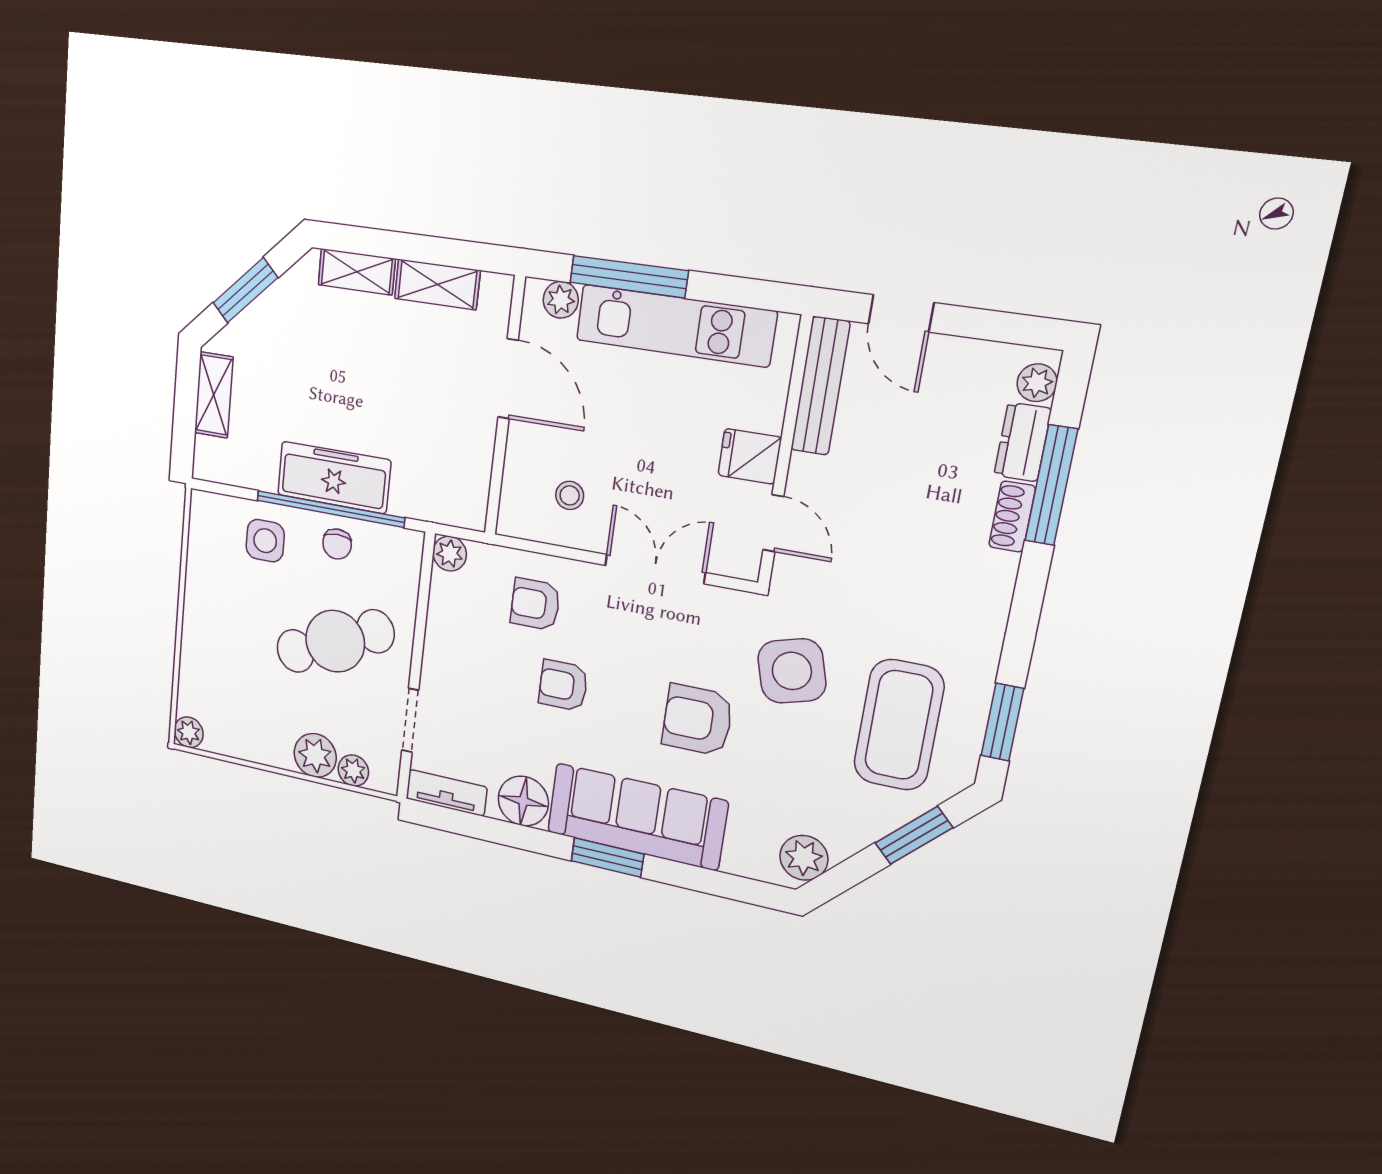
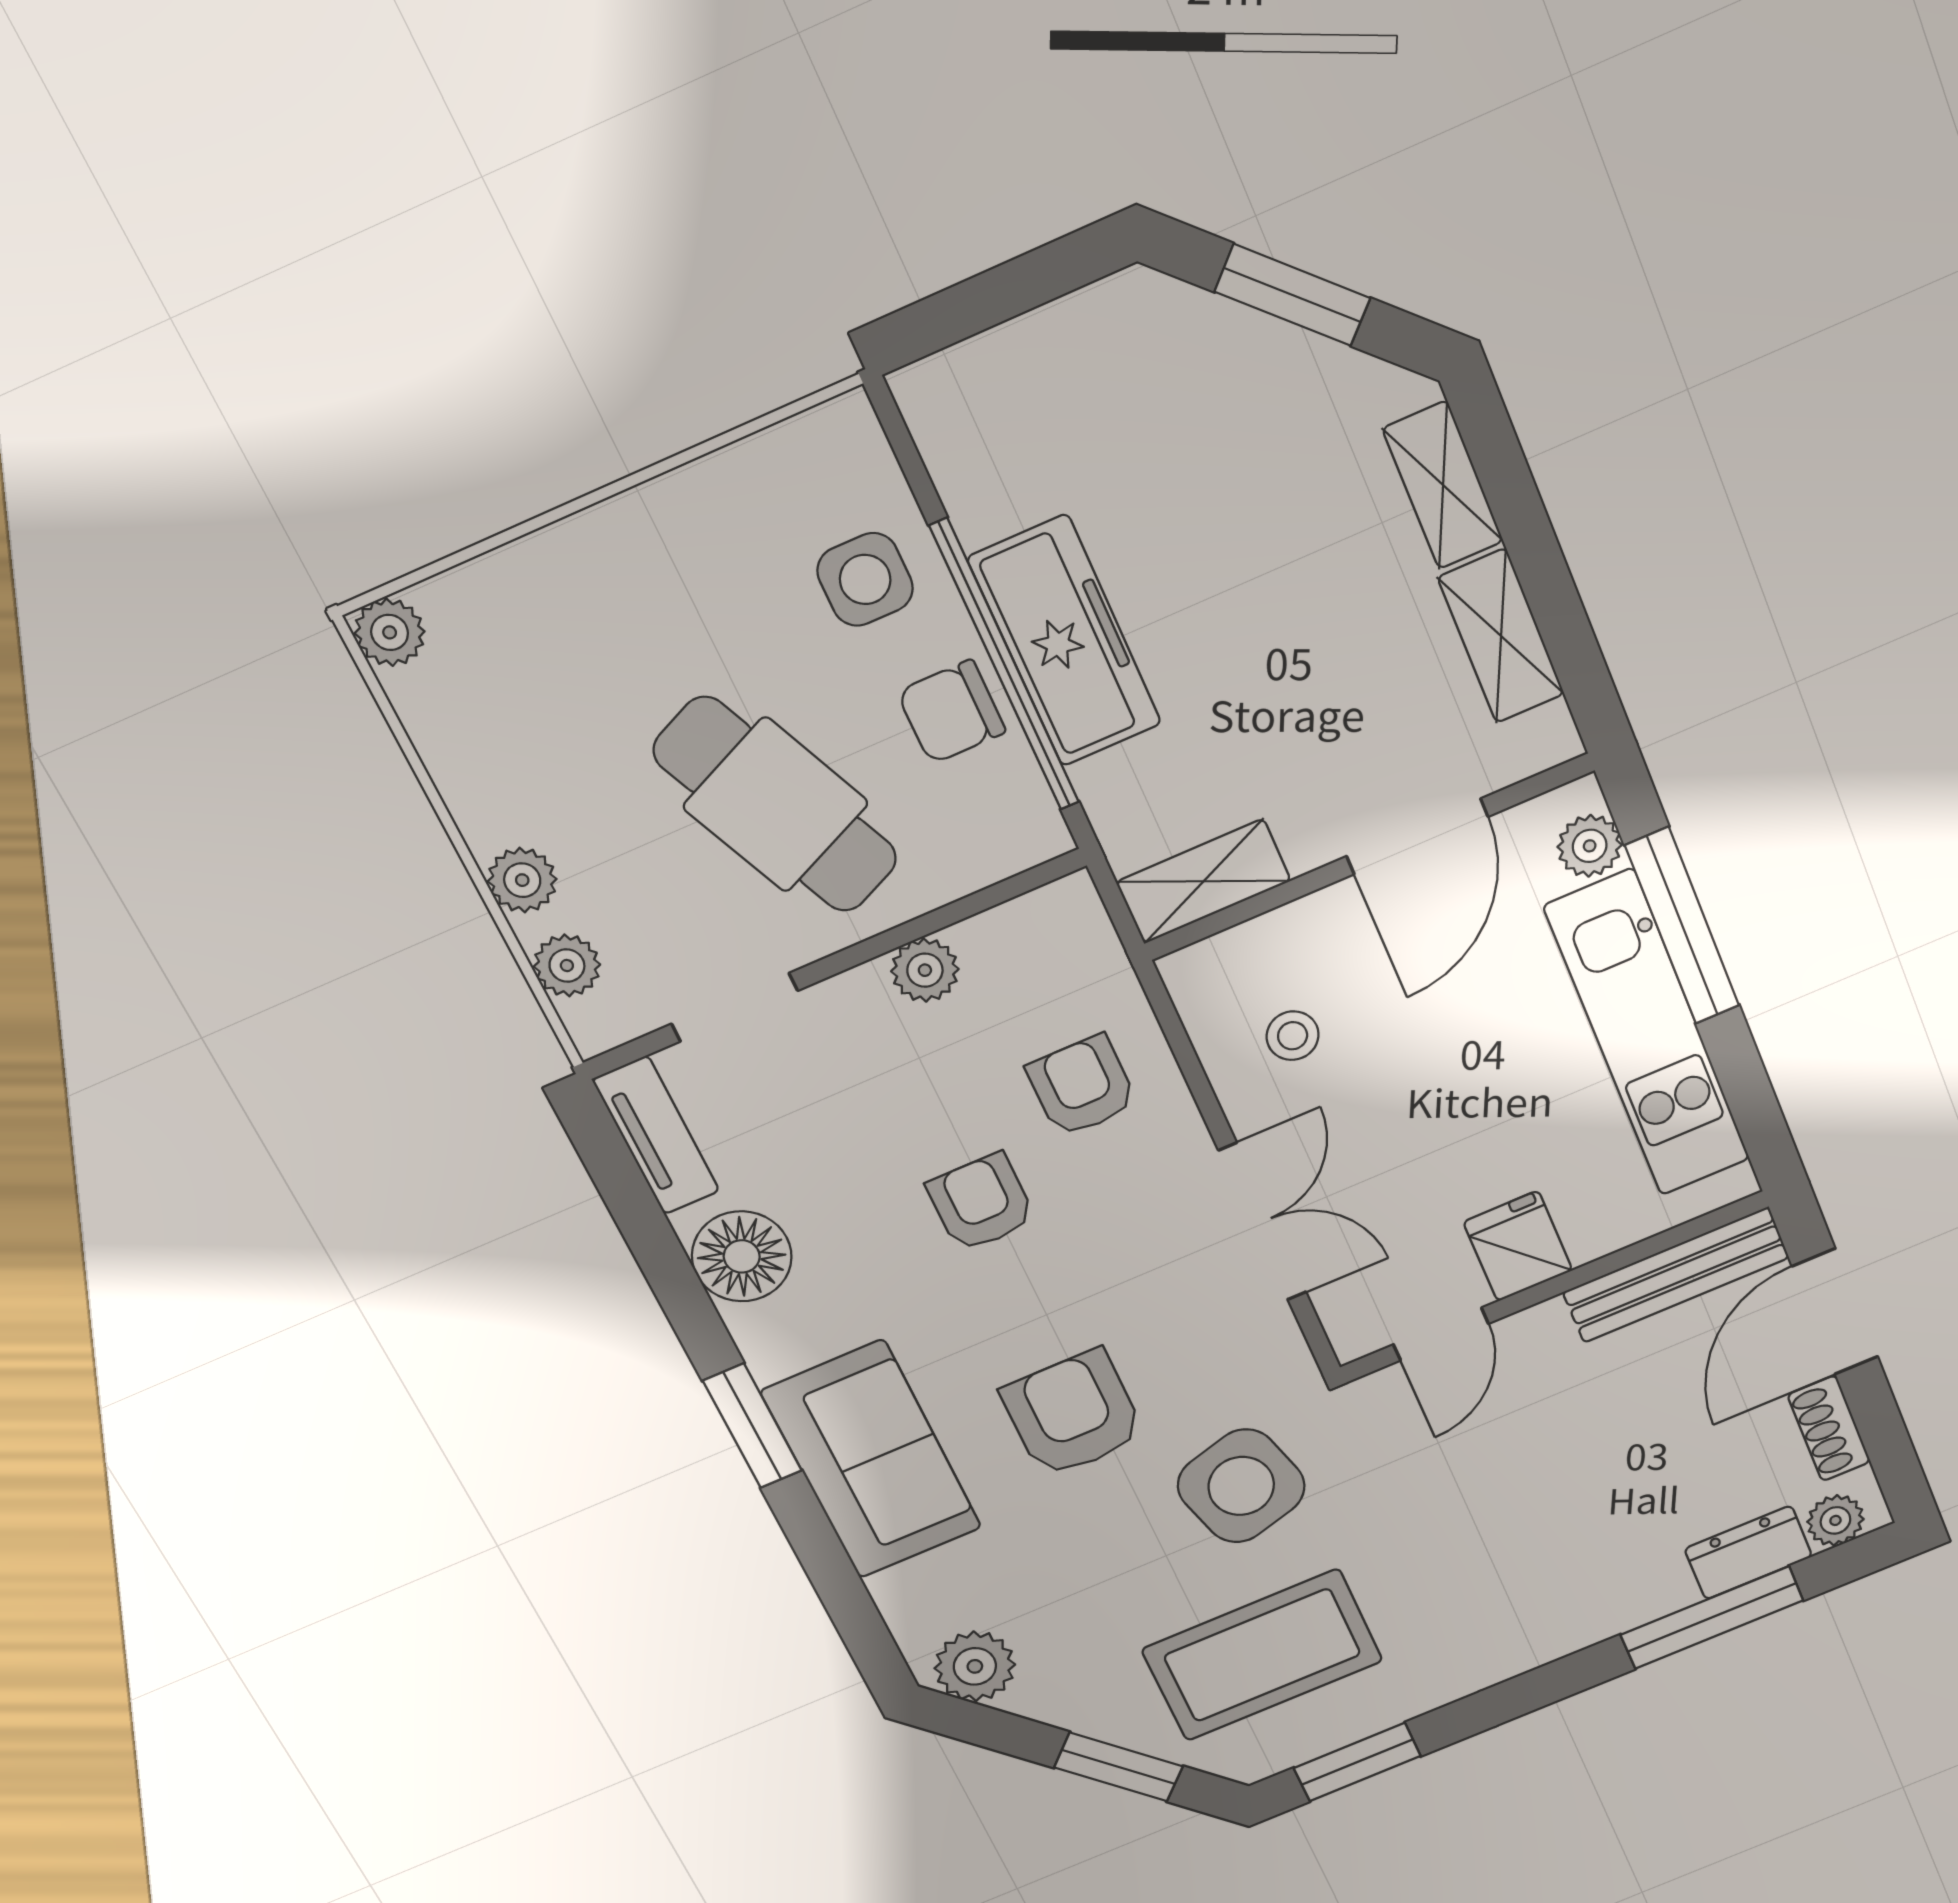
door: (901, 313) -> (1835, 1312), width x1.38
shelving: (214, 395) -> (1204, 881), moved
shoe rack: (1012, 517) -> (1829, 1428), moved, turned -90
chair: (337, 544) -> (951, 712), width x1.37, depth x1.37
plant: (450, 554) -> (925, 970), moved
plant: (315, 755) -> (522, 880), width x0.73, depth x0.73
sofa: (637, 817) -> (872, 1460), width x0.73

